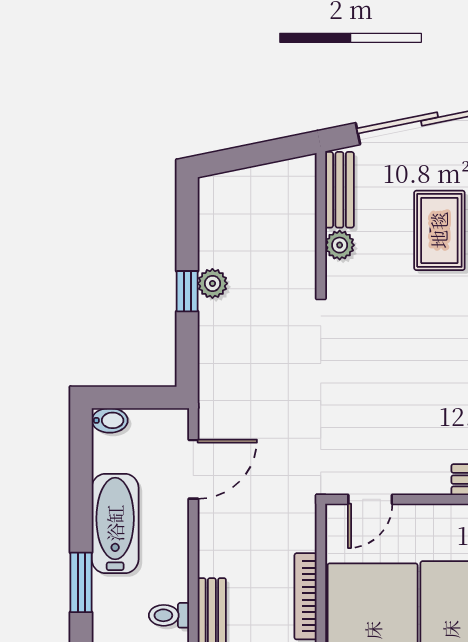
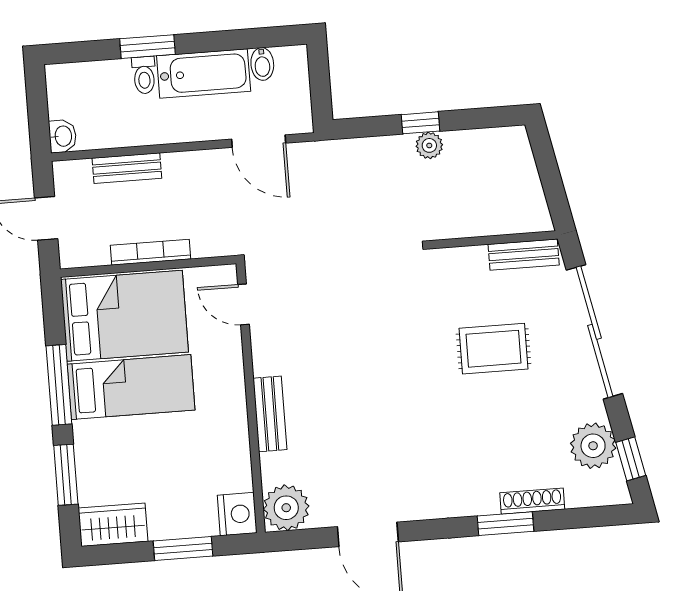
plant: (340, 245) -> (473, 259), removed
bidet: (110, 420) -> (262, 64), moved
toilet: (169, 615) -> (144, 75), moved, turned 180

